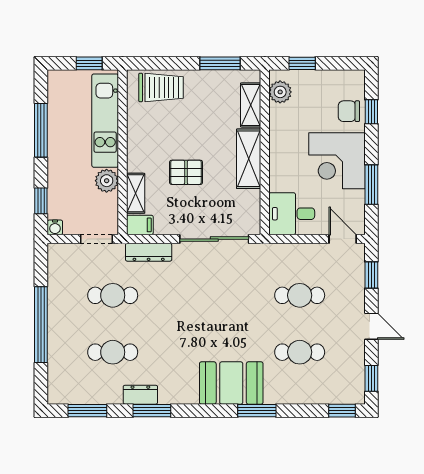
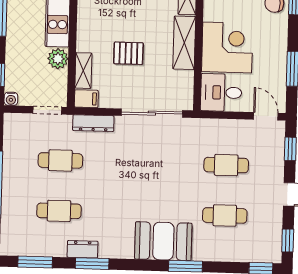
corner desk: (337, 161) -> (227, 47), moved, turned 180

